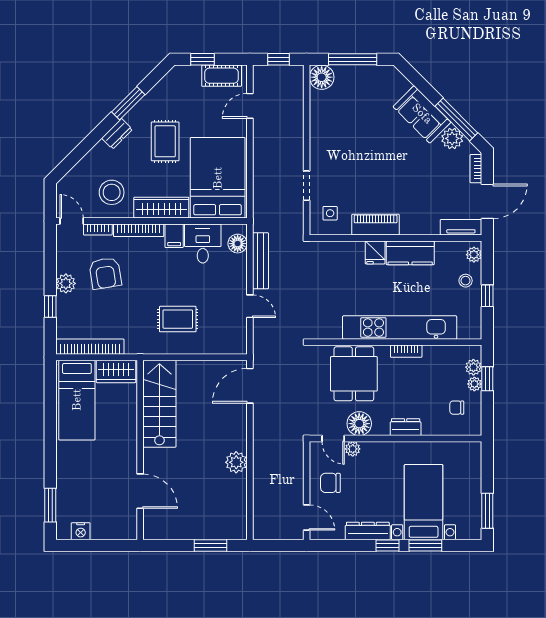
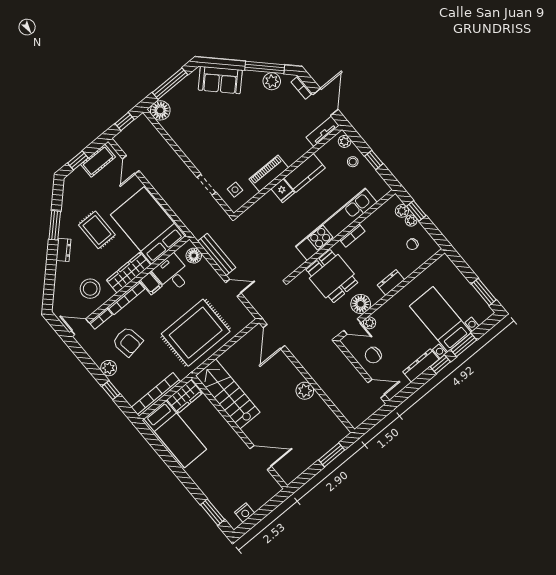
sofa: (422, 114) -> (220, 80), moved
rug: (178, 319) -> (196, 333), width x1.86, depth x2.06

